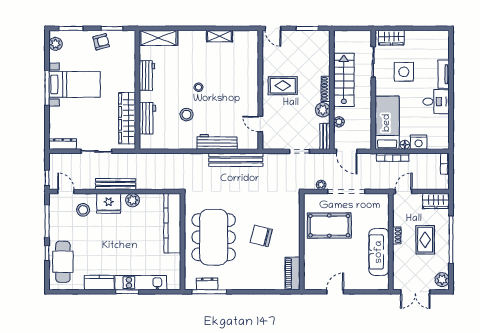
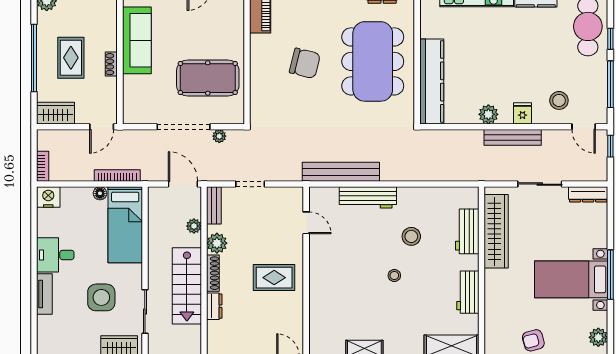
dresser: (325, 66) -> (214, 306), added
nightstand: (419, 142) -> (48, 197), moved
fridge: (109, 203) -> (523, 113), width x0.53, depth x0.75

